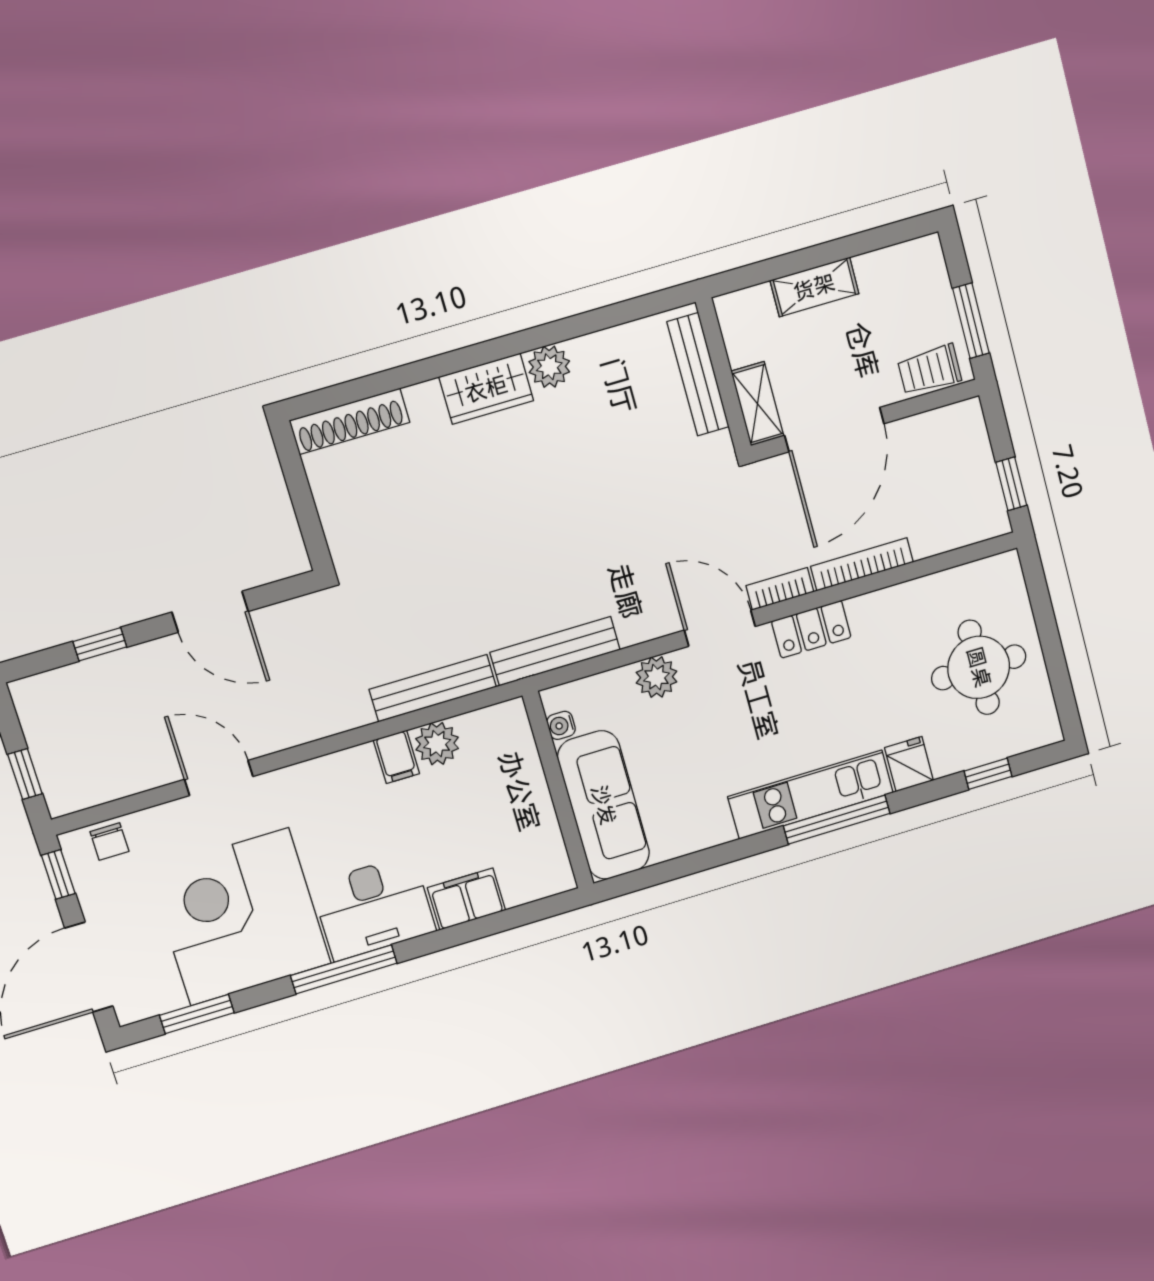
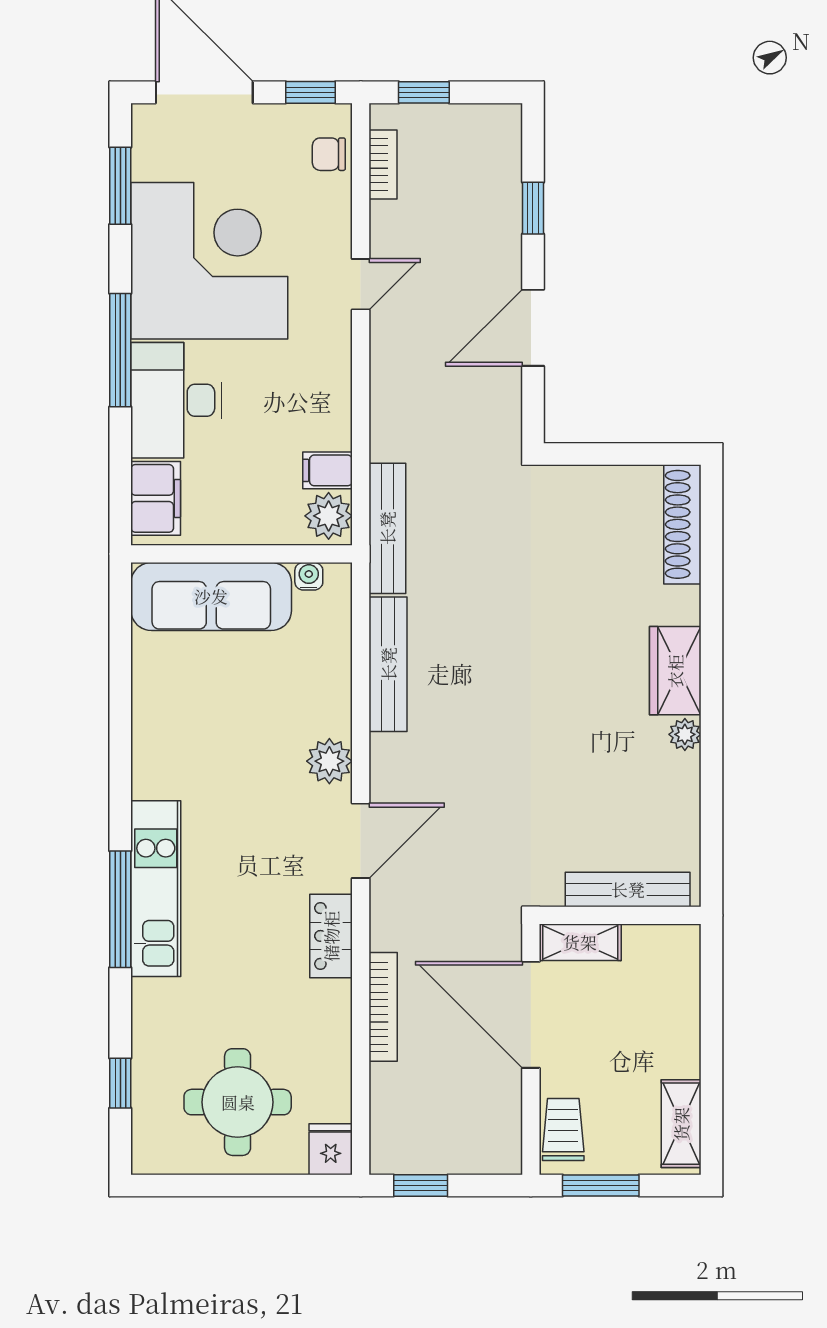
shelving: (814, 287) -> (681, 1124), moved
plant: (549, 367) -> (685, 734), width x0.73, depth x0.73
bookcase: (780, 589) -> (383, 164), moved
water cooler: (561, 725) -> (309, 576), moved
fridge: (909, 764) -> (331, 1149), moved, turned -90
door: (219, 778) -> (361, 284), width x0.73
wall: (558, 790) -> (242, 554), moved
sofa: (604, 805) -> (211, 596), moved

